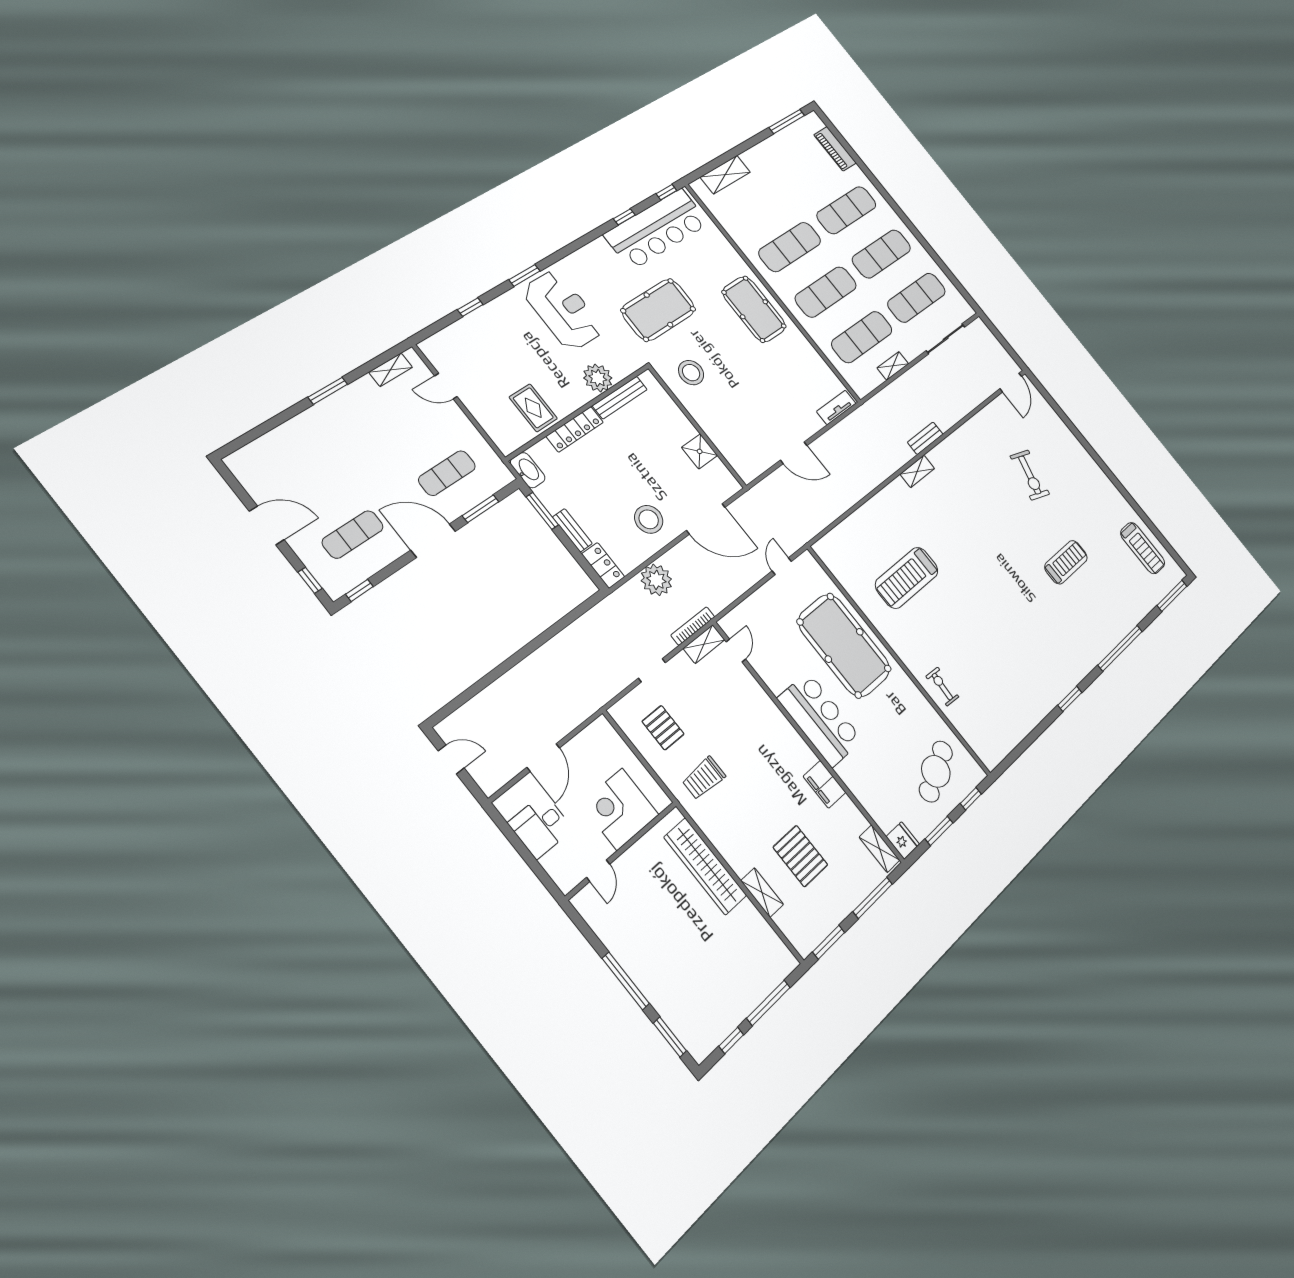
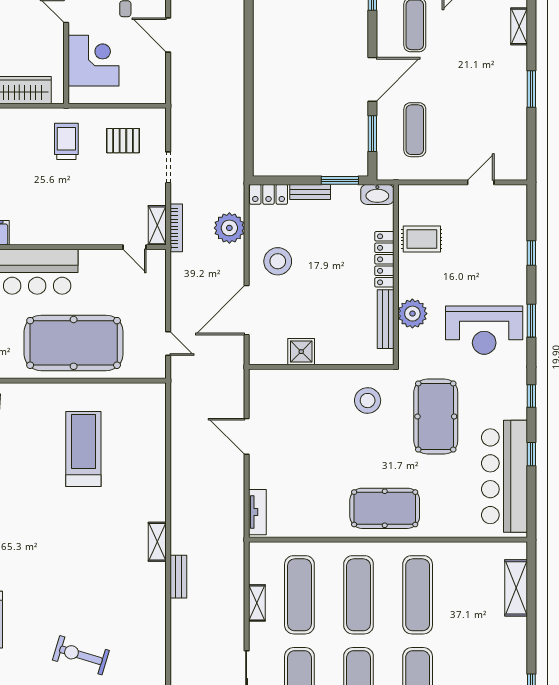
window: (666, 192) -> (531, 396), moved
shelving: (391, 370) -> (519, 26), moved
door: (794, 453) -> (247, 436), hinge flipped

